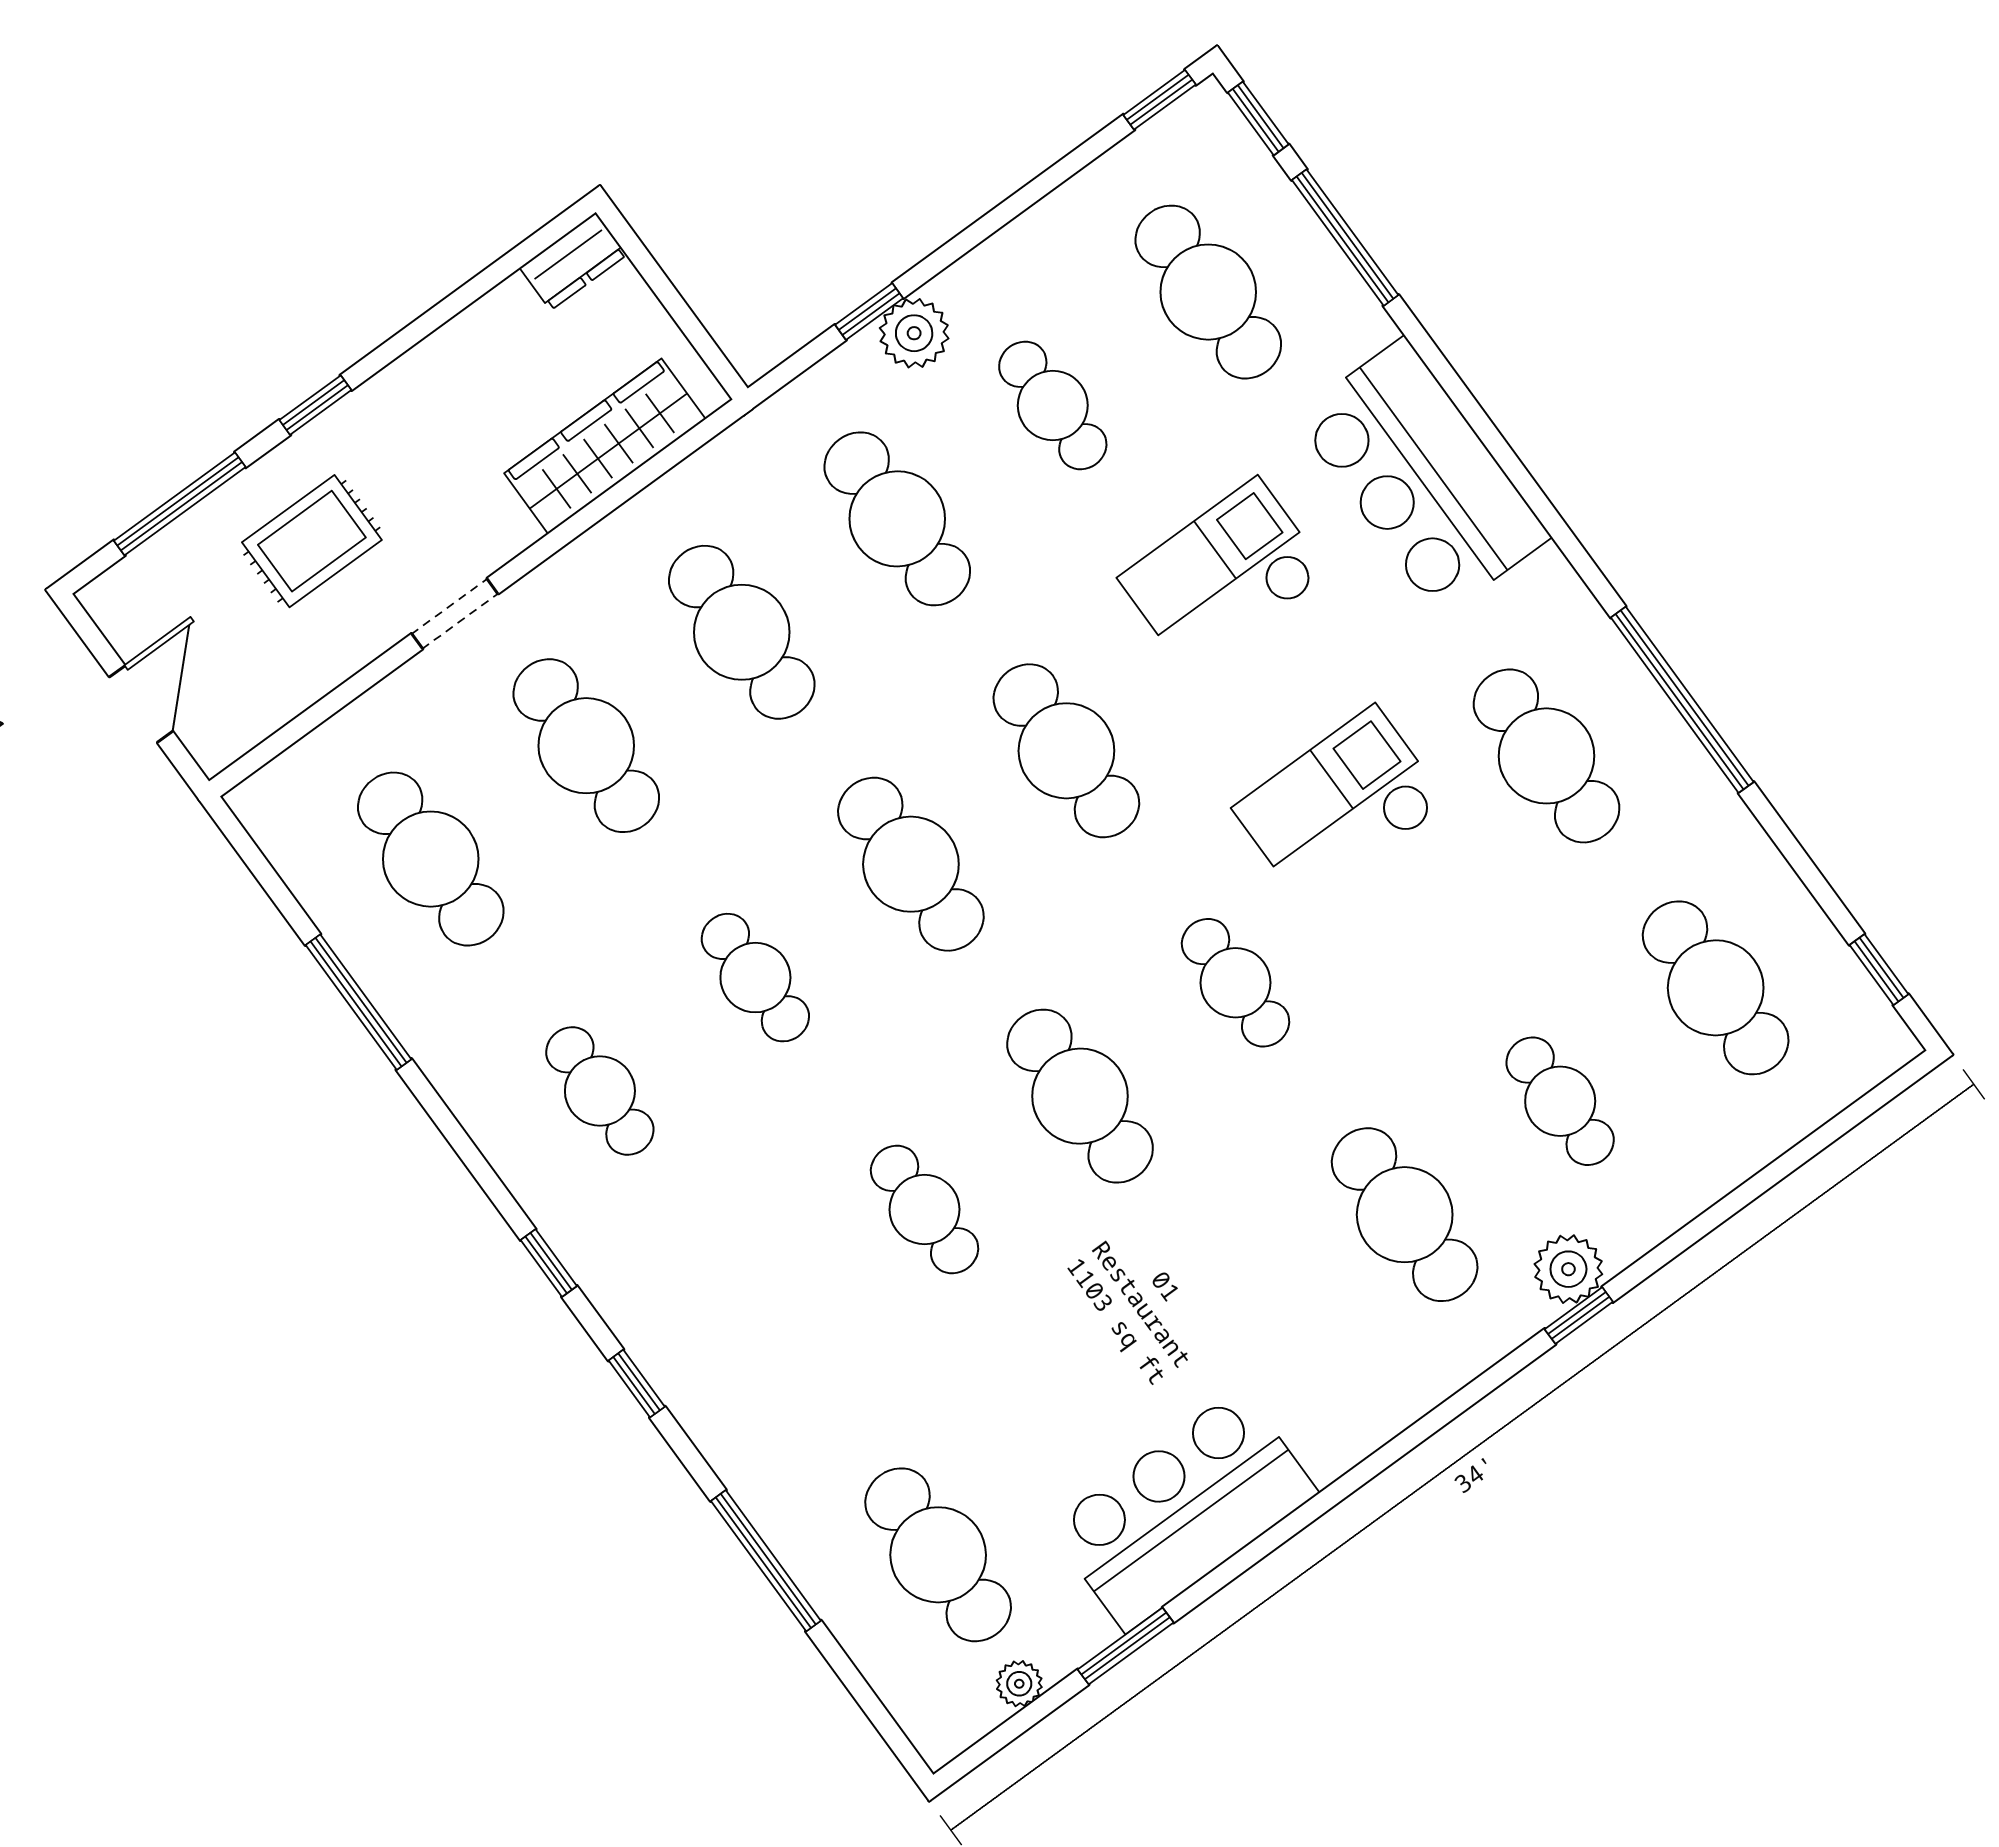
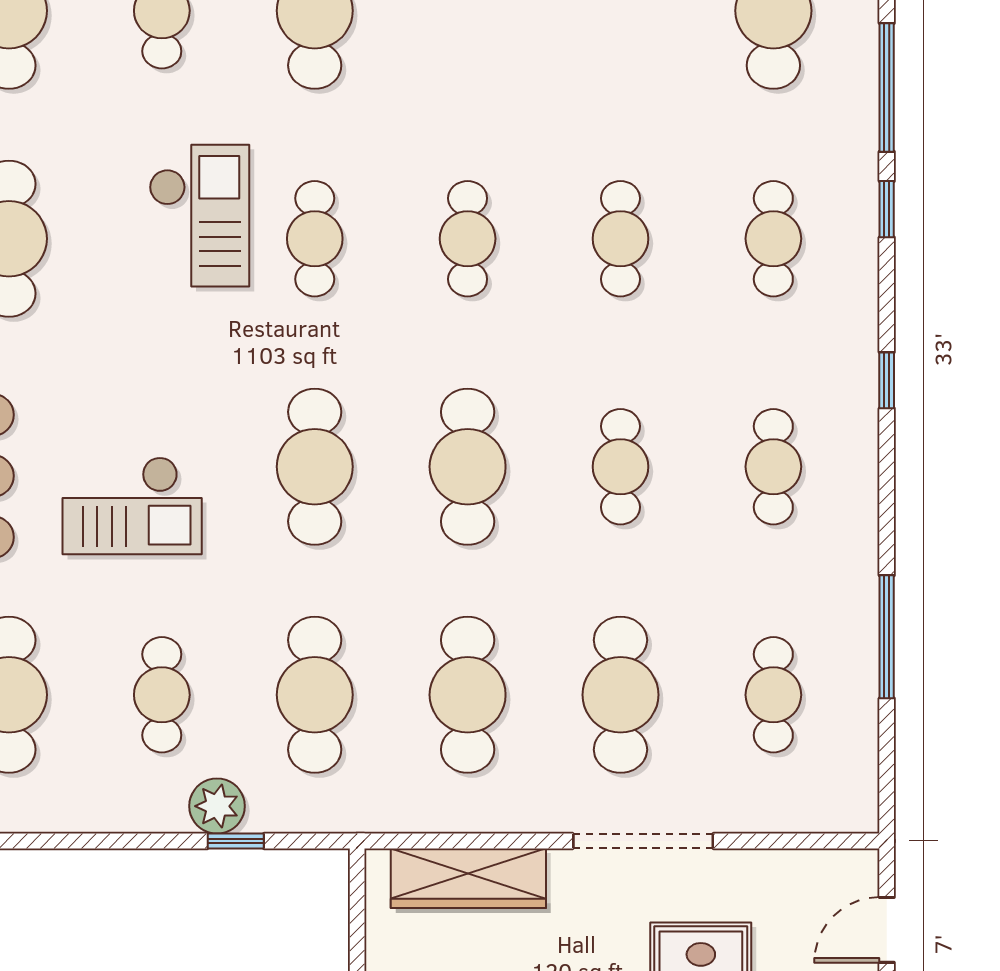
doorway: (455, 614) -> (643, 841), width x1.88
checkout: (1340, 806) -> (199, 216), moved, turned -90
cafe table: (431, 859) -> (773, 695), width x0.73, depth x0.74
cafe table: (1080, 1096) -> (468, 239), width x0.73, depth x0.74
cafe table: (769, 1323) -> (773, 239), added
window: (637, 1384) -> (887, 209), moved

